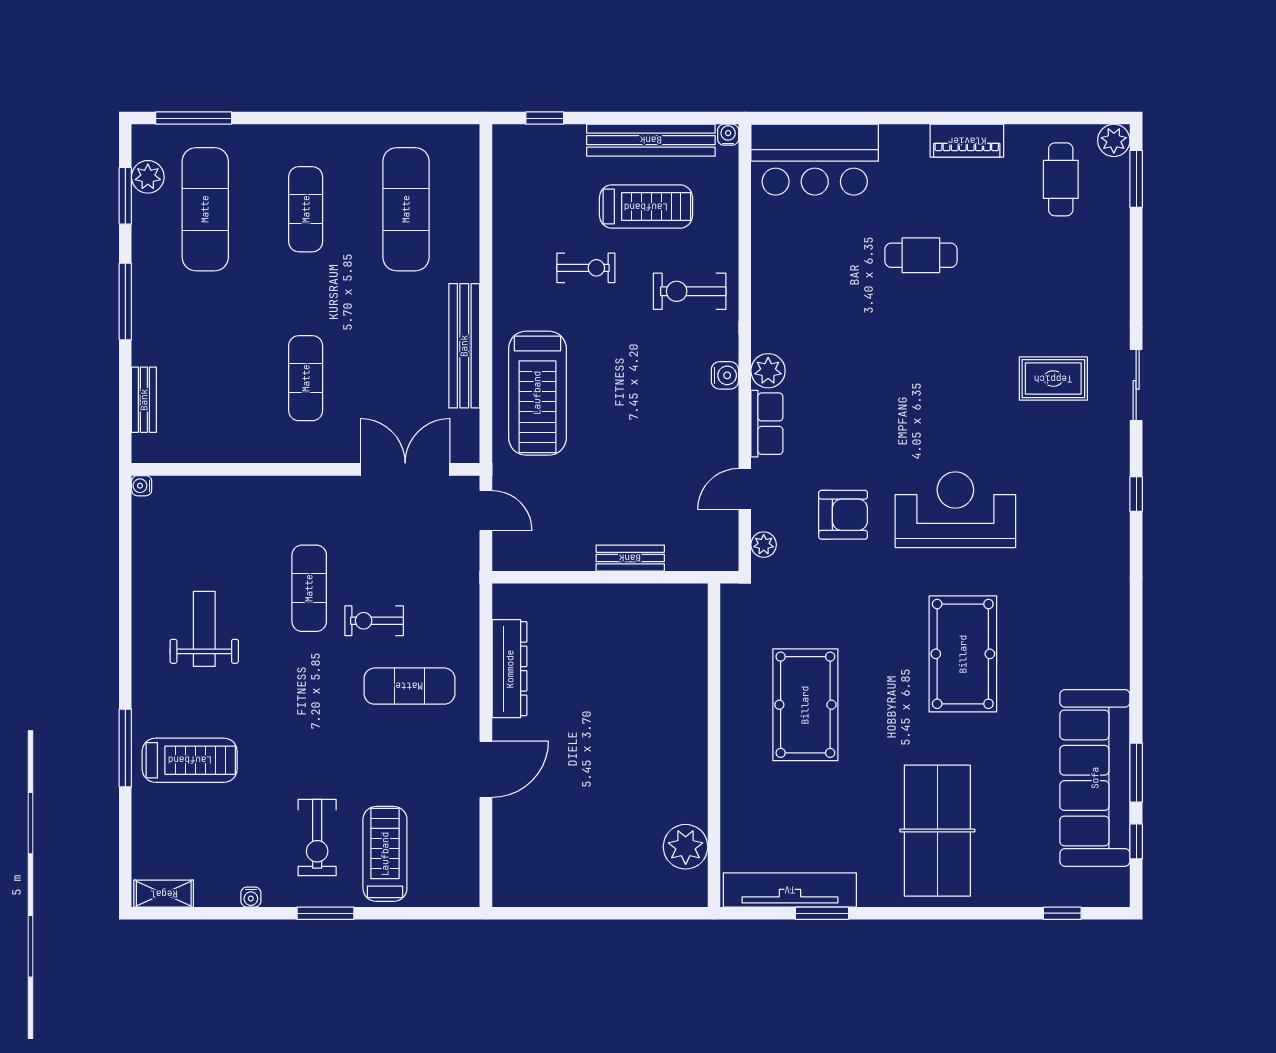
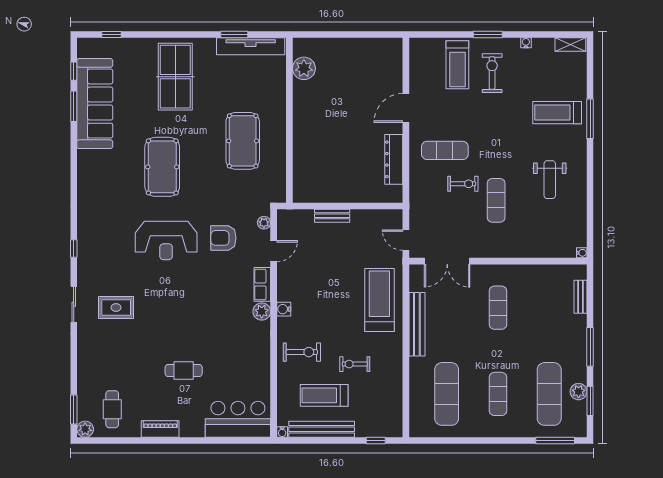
plant: (148, 177) -> (579, 392), moved

